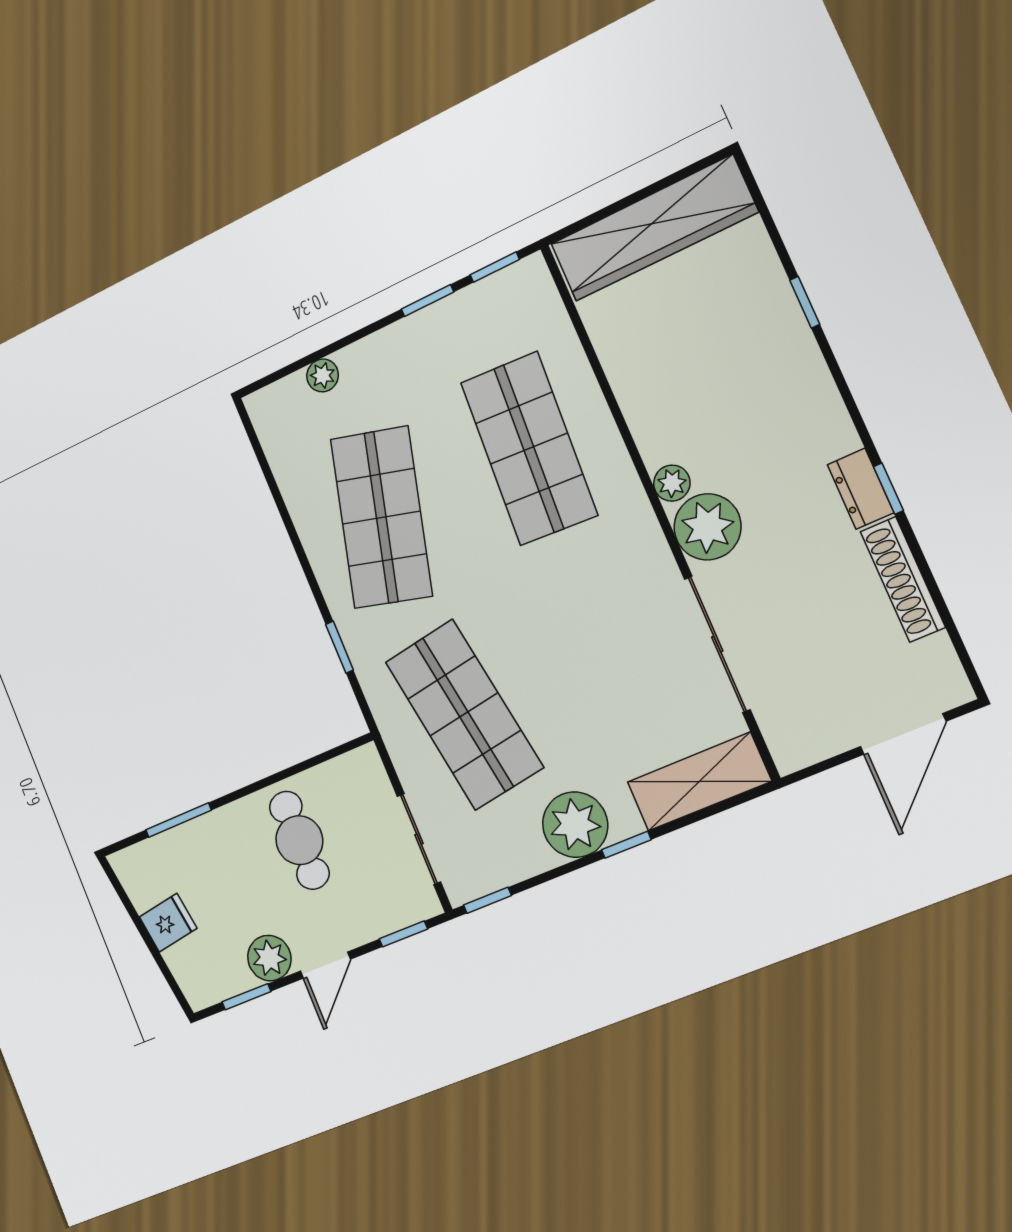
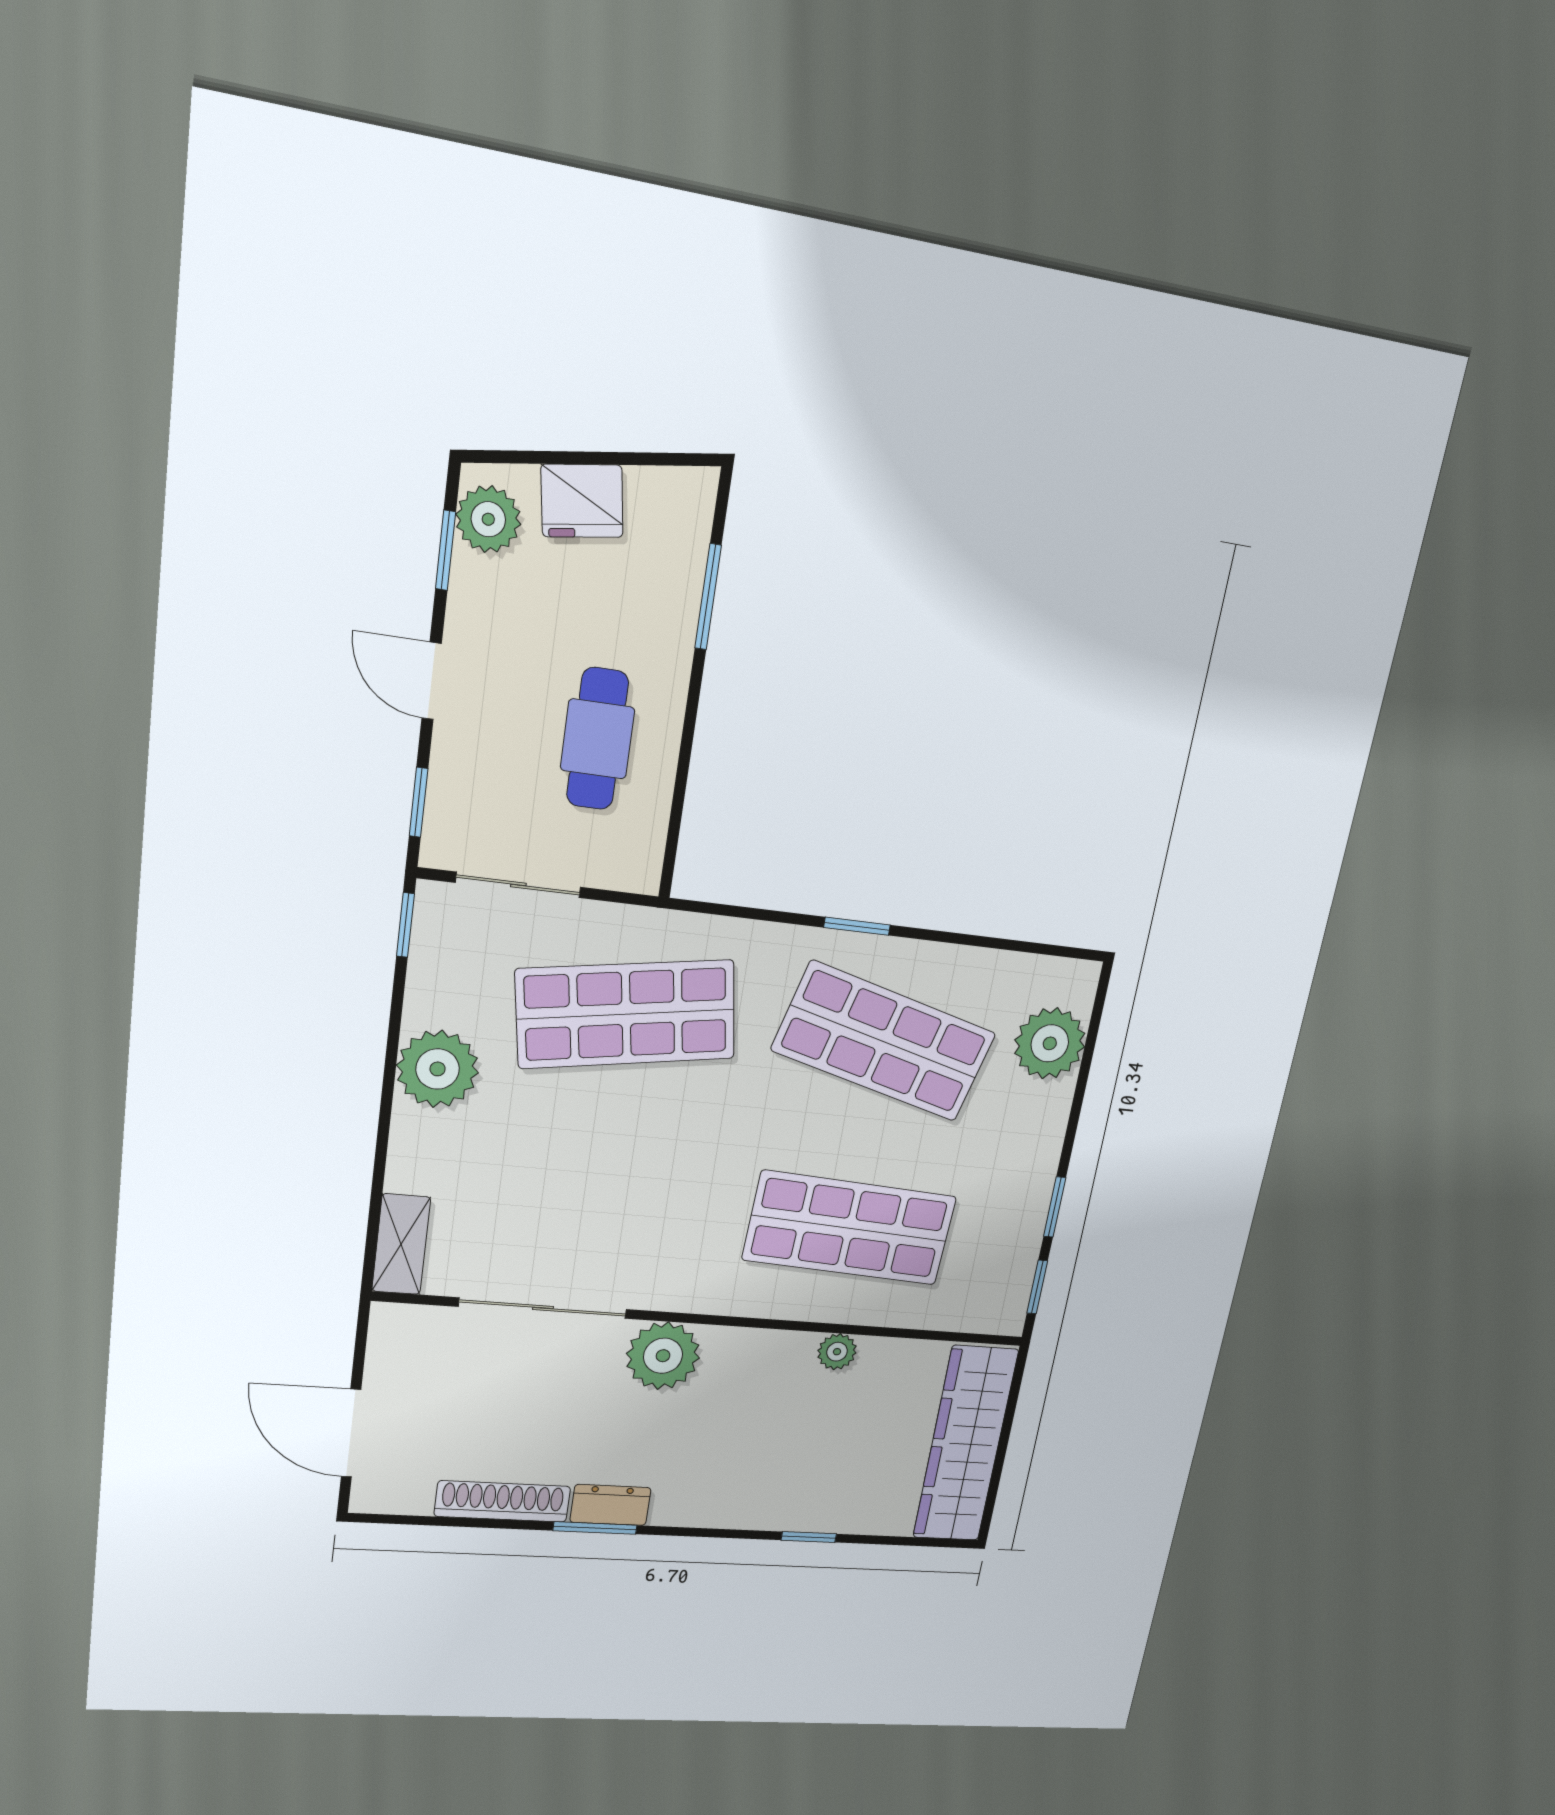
plant: (323, 375) -> (1050, 1043), width x1.87, depth x1.87
plant: (672, 483) -> (837, 1352), moved
window: (888, 489) -> (595, 1528), width x1.50
window: (340, 647) -> (857, 926), moved
shelving: (699, 782) -> (401, 1244), width x0.67, depth x0.75
cafe table: (299, 840) -> (597, 739), turned 90
window: (626, 845) -> (385, 1112), removed
fridge: (168, 923) -> (582, 501), width x1.38
plant: (269, 958) -> (488, 519), moved

